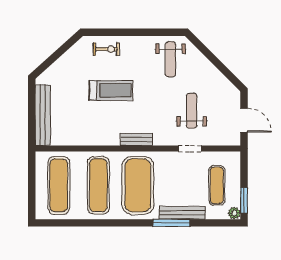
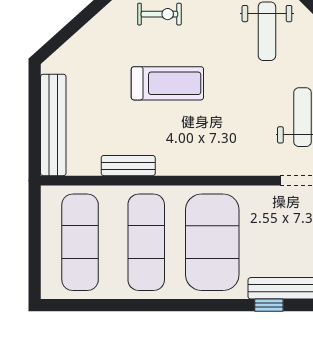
bench: (136, 140) -> (128, 166), moved
window: (172, 223) -> (269, 305), width x0.46

